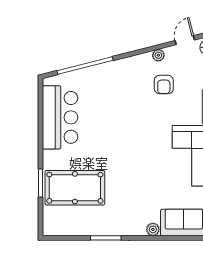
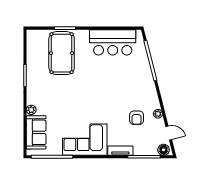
armchair: (164, 85) -> (137, 118), turned -90

